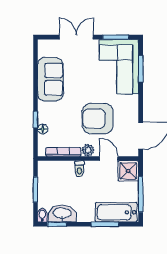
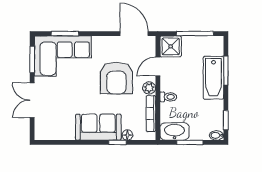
sofa: (50, 79) -> (98, 127), moved
bathtub: (116, 212) -> (213, 78), moved
washbasin: (62, 214) -> (175, 131), moved, turned 90

